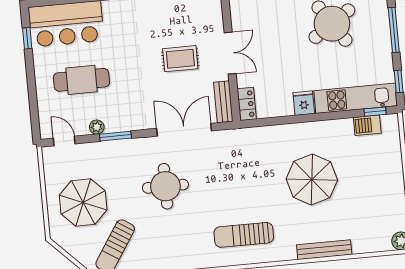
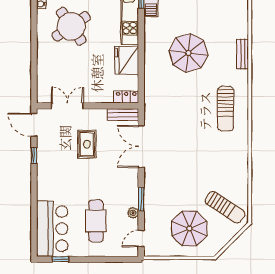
double door: (230, 53) -> (67, 106), moved
fridge: (304, 103) -> (127, 60), width x1.88, depth x1.34
round table: (165, 186) -> (183, 165), removed
bench: (324, 250) -> (243, 54), width x0.73

